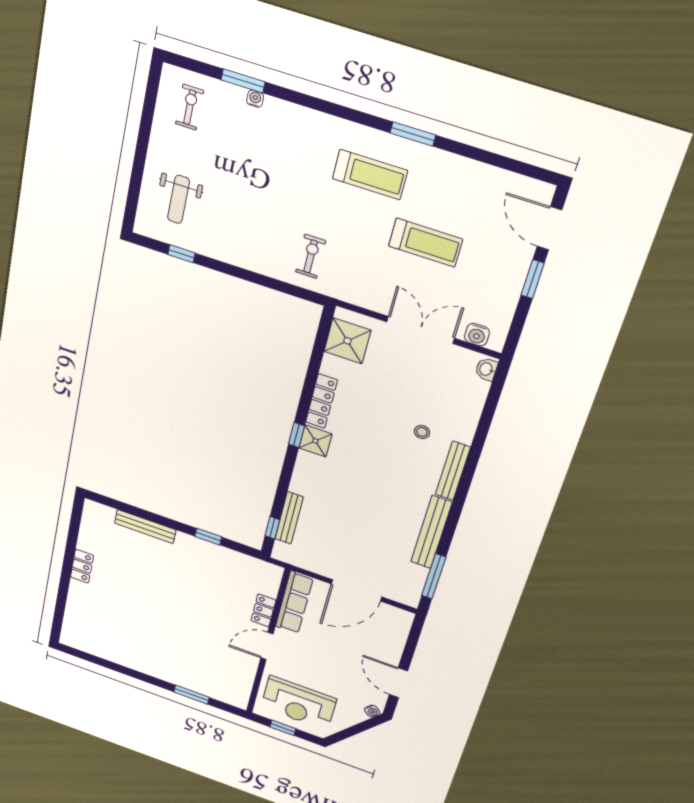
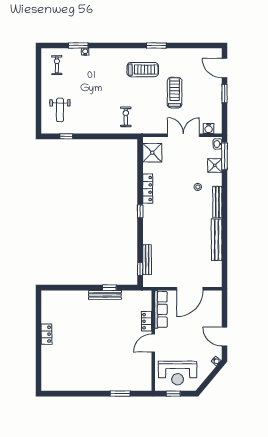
treadmill: (426, 243) -> (175, 93), turned -90
shower: (315, 441) -> (215, 166), moved
bench: (145, 526) -> (105, 295), moved
window: (434, 576) -> (224, 156), moved

